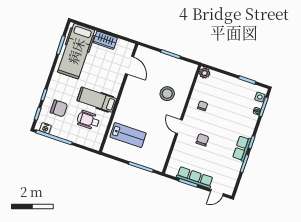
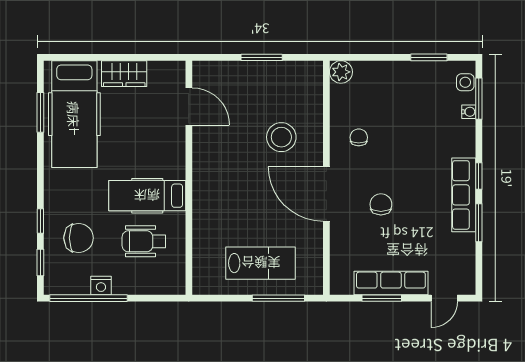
door: (179, 127) -> (326, 194), width x1.88
nightstand: (45, 128) -> (101, 286), moved
lab bench: (128, 135) -> (261, 263), moved
row of seats: (242, 148) -> (464, 195), width x1.48

